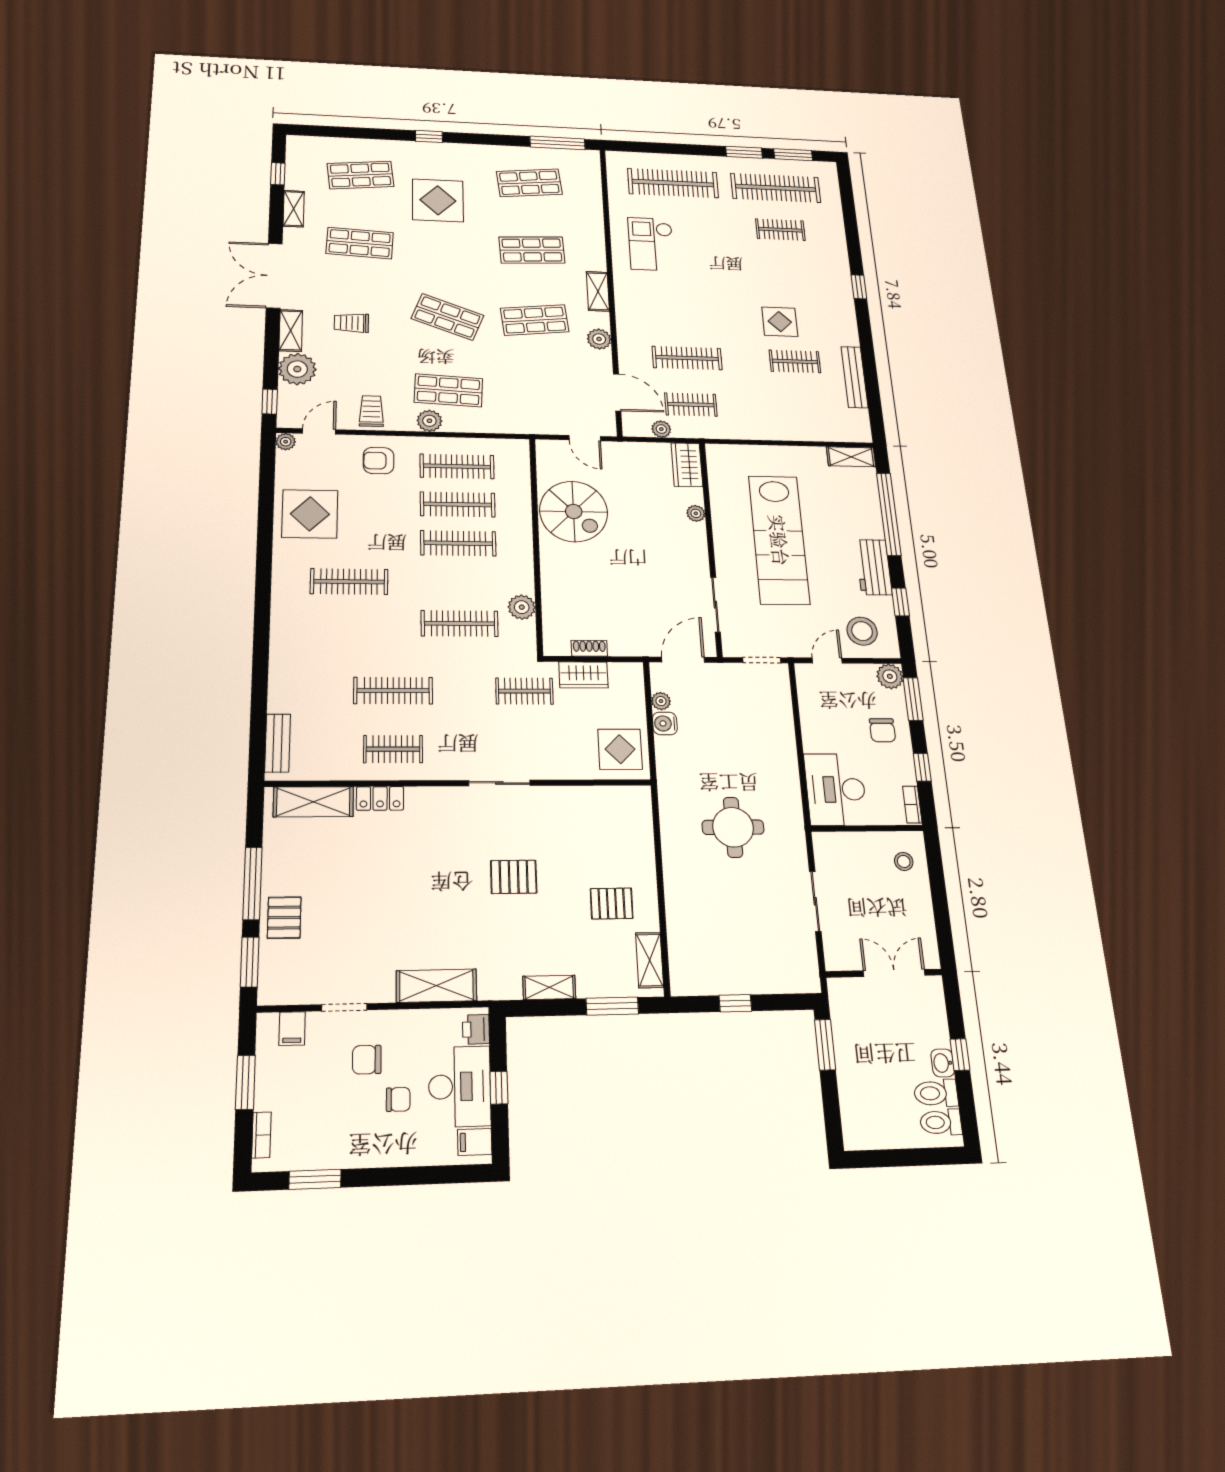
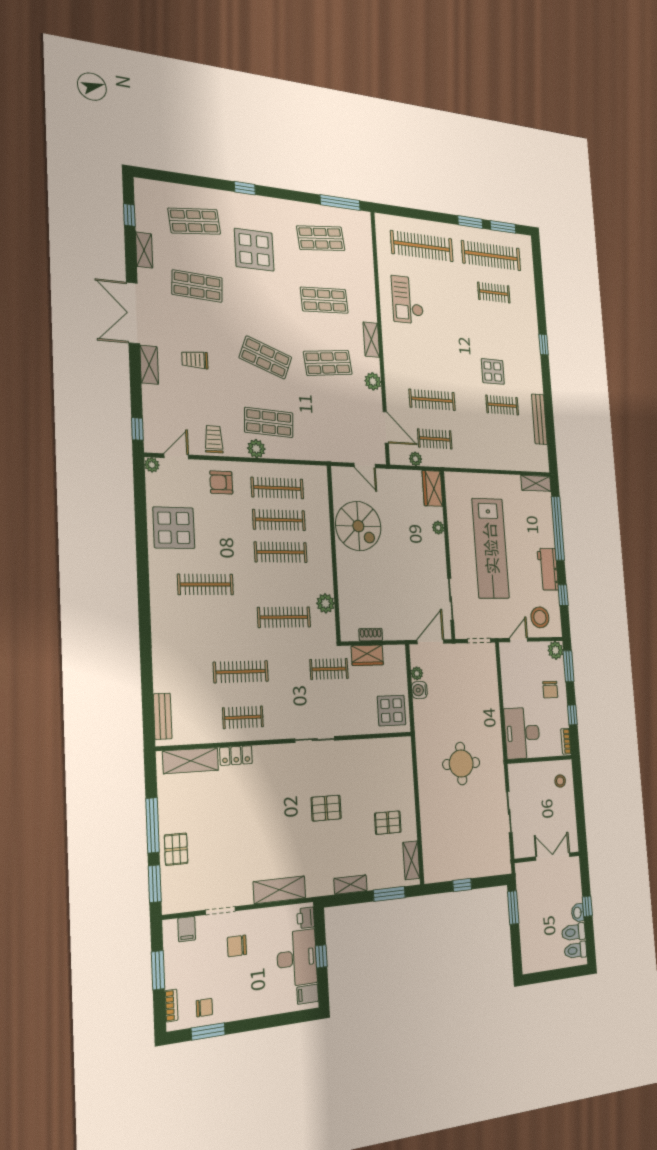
plant: (297, 369) -> (156, 400), removed
chair: (398, 1099) -> (204, 1008), moved

